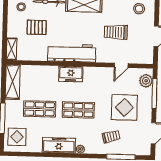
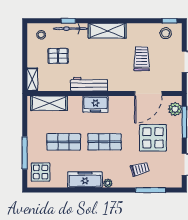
trolley: (116, 32) -> (142, 59), turned 90
workbench: (72, 53) -> (89, 84), width x0.73, depth x0.76
door: (121, 65) -> (148, 94), width x1.88
shelving: (13, 82) -> (49, 103), moved, turned 90

